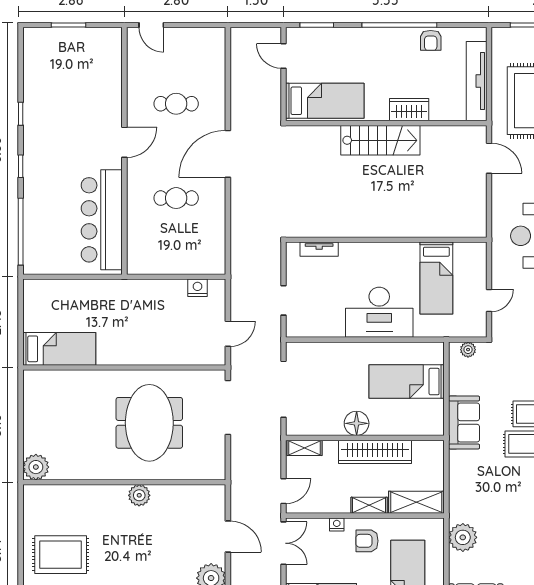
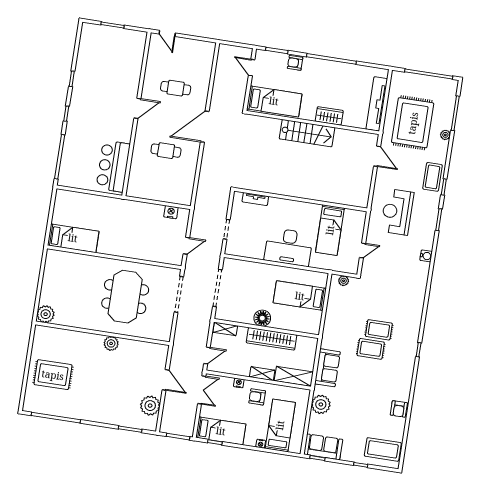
armchair: (431, 40) -> (295, 63), moved, turned 90
bar counter: (102, 220) -> (113, 166), width x0.73
sofa: (464, 422) -> (327, 368), moved

